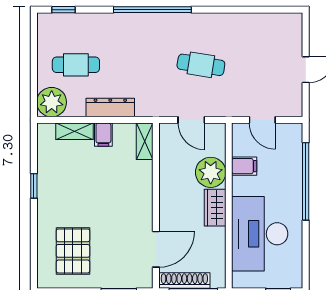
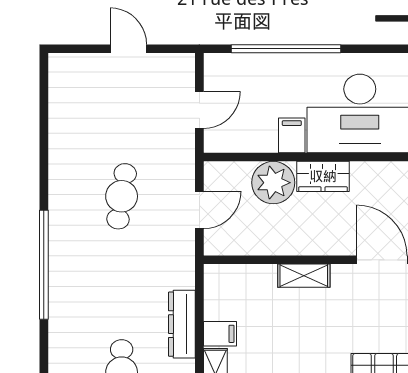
shelving: (145, 141) -> (304, 276), moved
filing cabinet: (244, 166) -> (292, 135), moved

